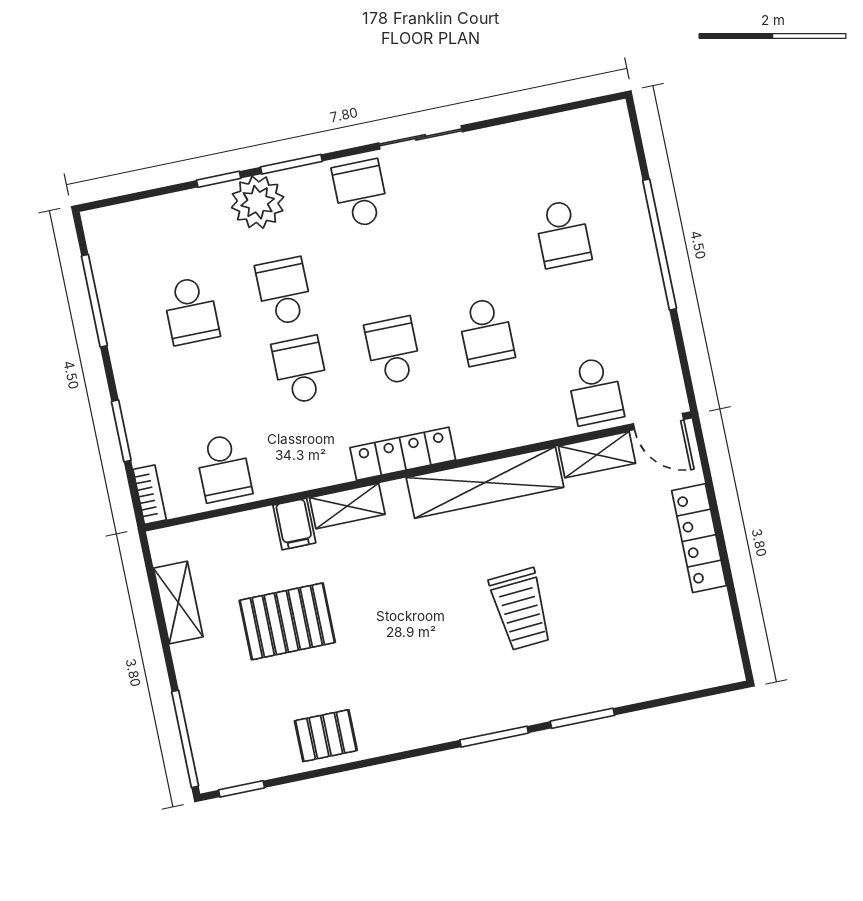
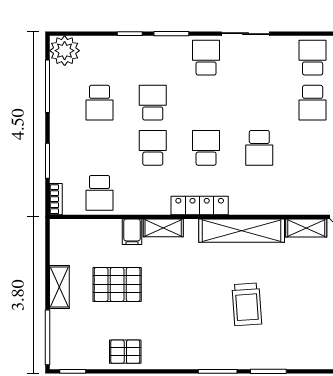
plant: (258, 202) -> (65, 51), moved
school desk: (595, 391) -> (313, 58), moved, turned 180
shelving: (178, 603) -> (59, 287), moved

